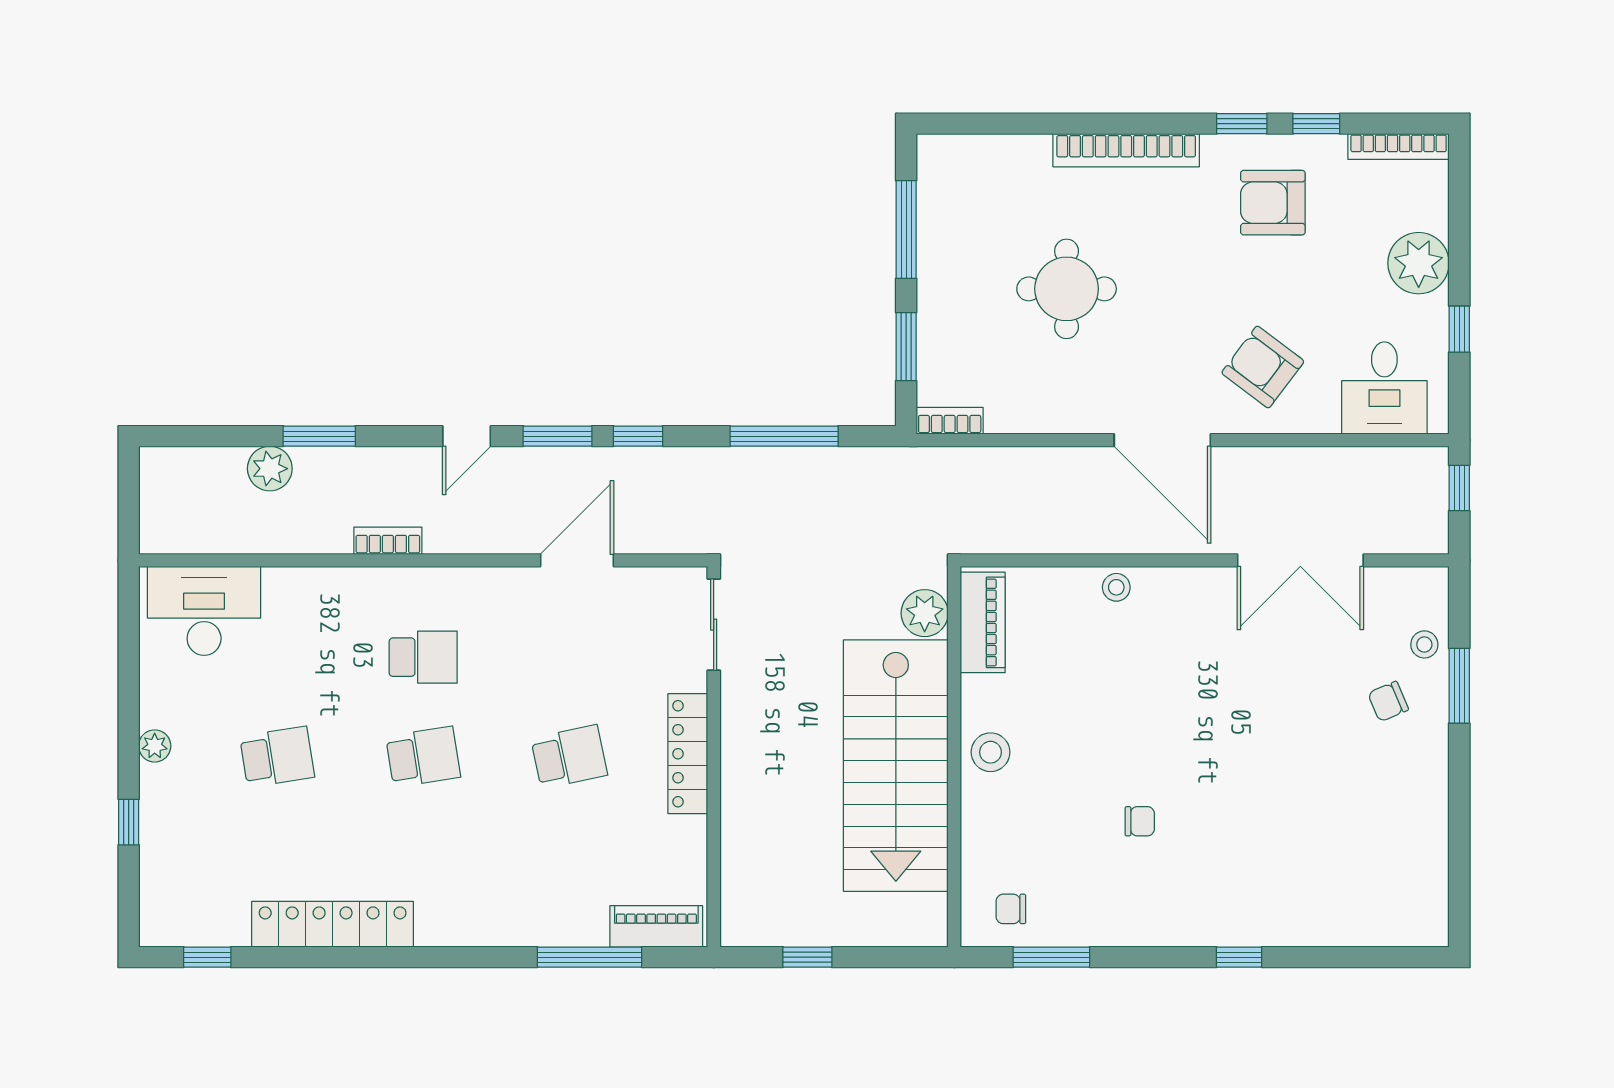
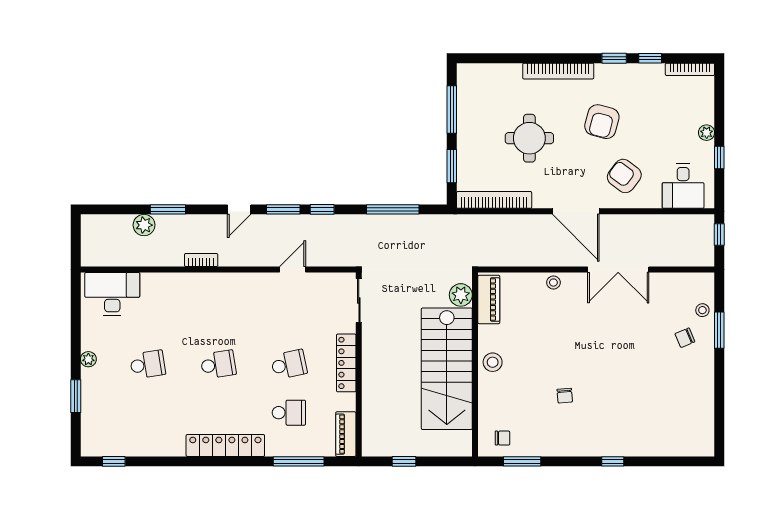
armchair: (1273, 203) -> (602, 122), moved, turned -75
plant: (1419, 263) -> (707, 133), width x0.53, depth x0.53
bookcase: (950, 421) -> (494, 200), width x2.31, depth x1.31
door: (577, 560) -> (293, 269), width x0.73
double door: (1300, 560) -> (618, 269), moved
school desk: (423, 657) -> (289, 413), moved
chair: (1140, 821) -> (565, 396), turned 85
window: (129, 822) -> (76, 396), width x1.50
chair: (1011, 909) -> (502, 438), turned 180
locker: (333, 924) -> (225, 445), moved
piano: (656, 926) -> (346, 434), moved, turned -90

